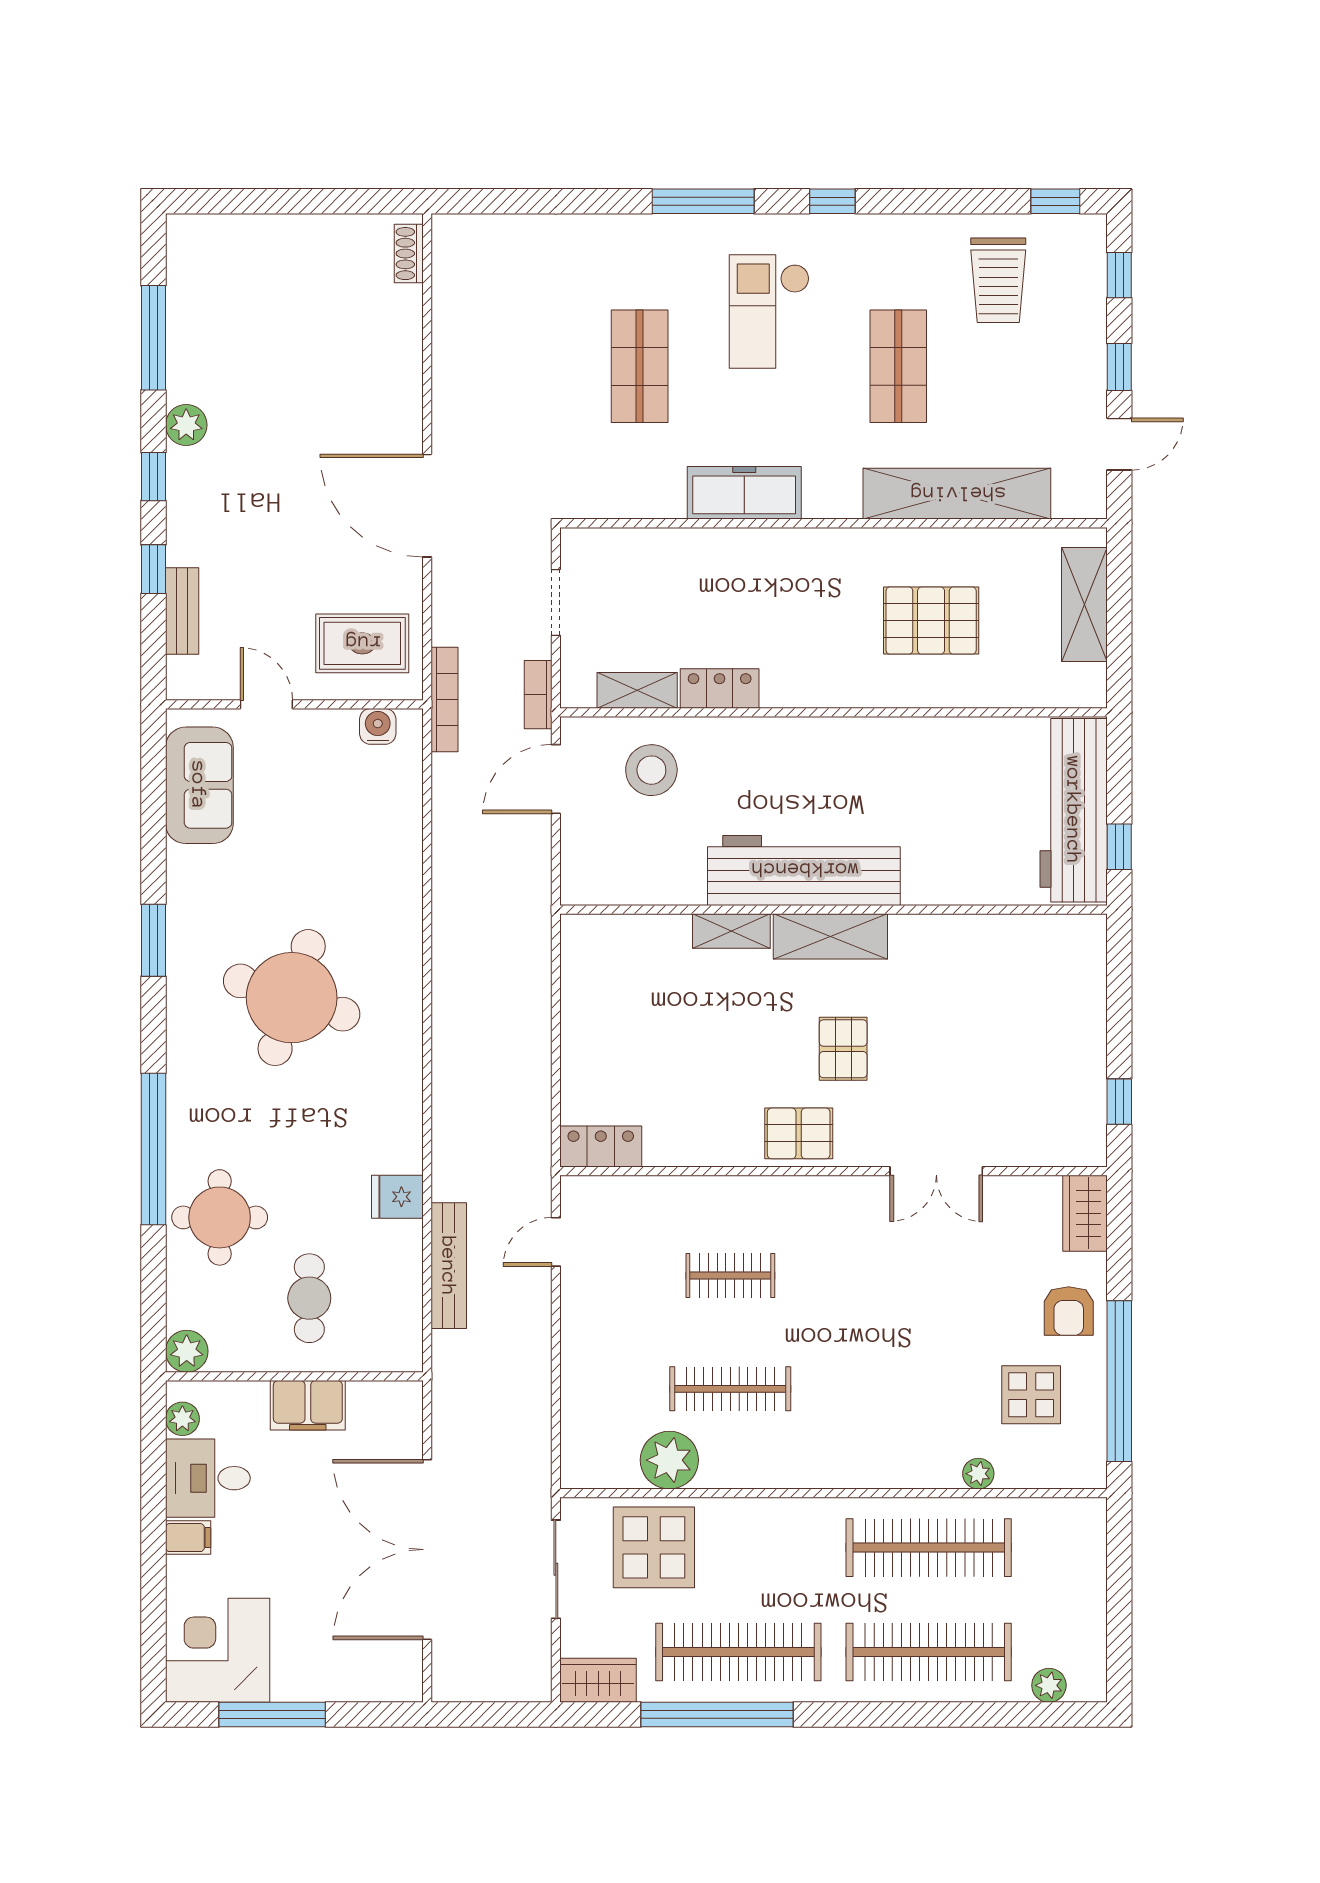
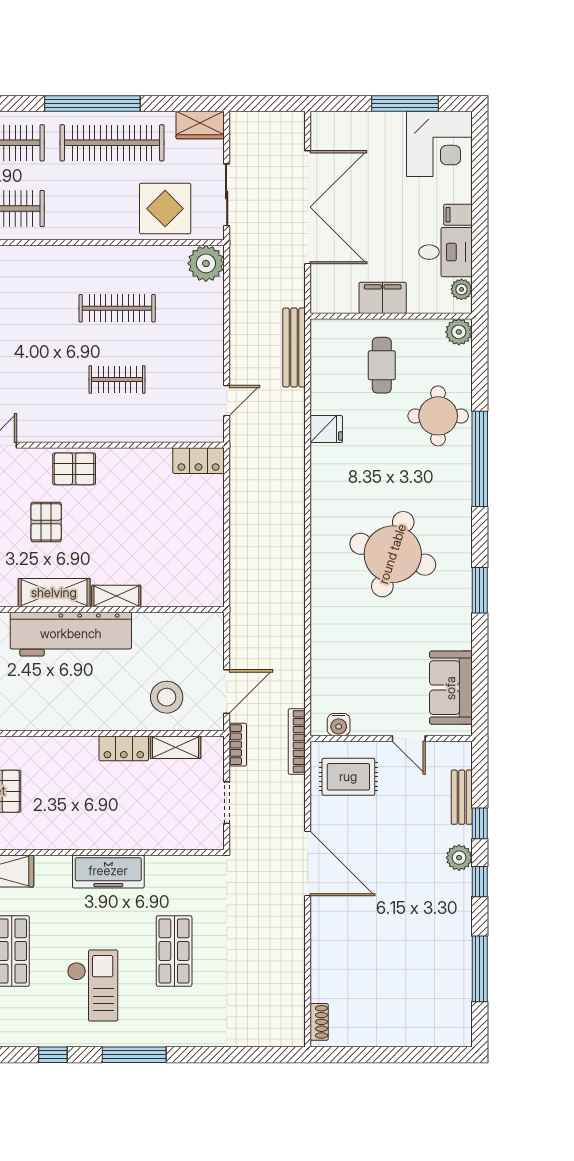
plant: (186, 425) -> (459, 858), moved
bench: (449, 1266) -> (294, 348), moved
plant: (669, 1460) -> (206, 263), moved
window: (717, 1714) -> (92, 104), moved

